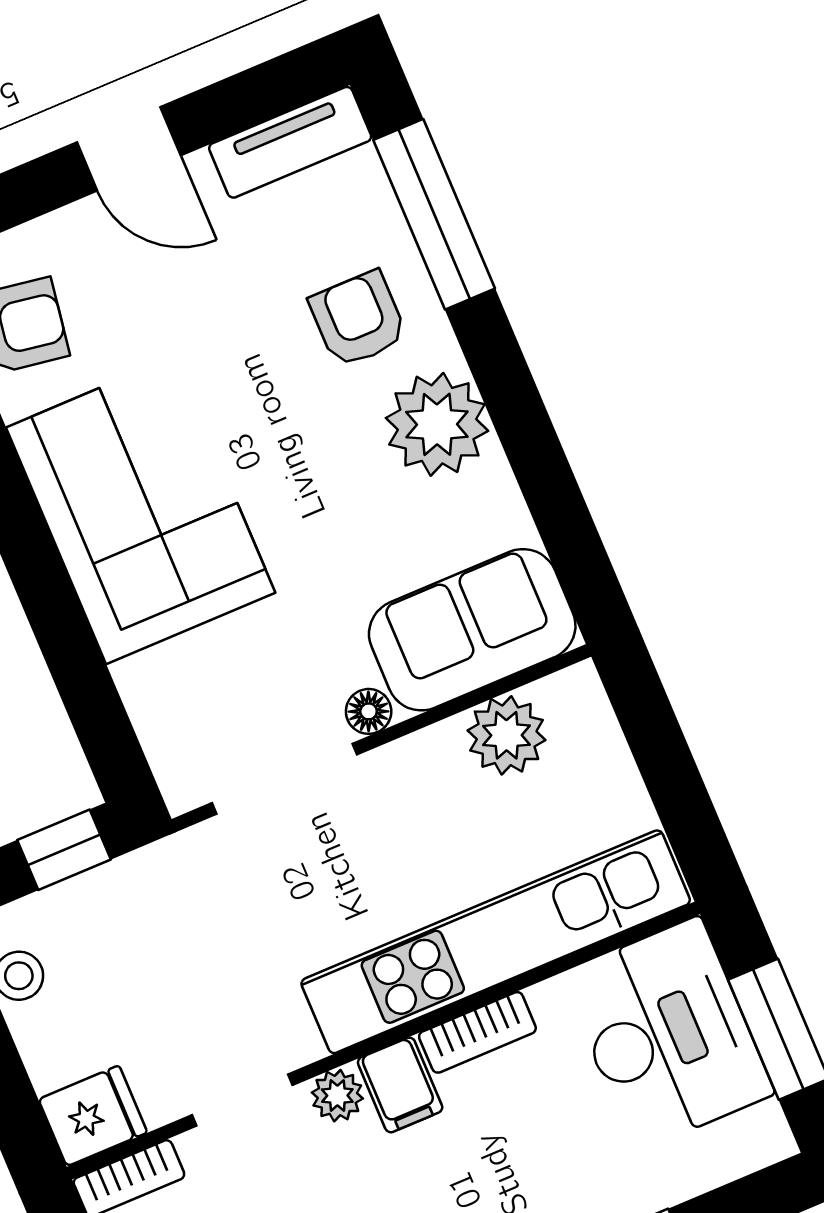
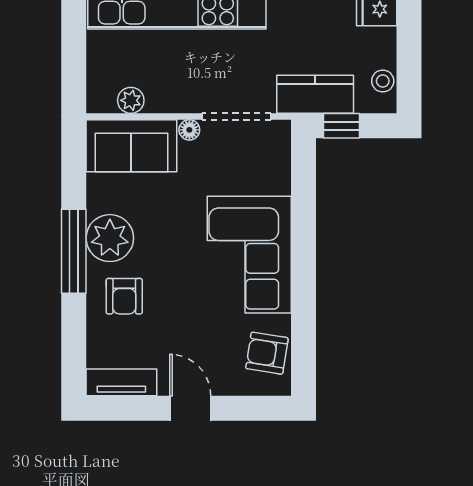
window: (434, 214) -> (74, 251), moved
plant: (507, 735) -> (131, 100), width x0.73, depth x0.73
kitchen counter: (145, 891) -> (315, 94), added

